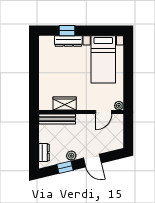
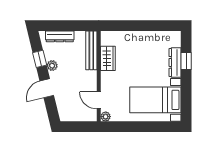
dresser: (44, 153) -> (60, 36), width x1.44

